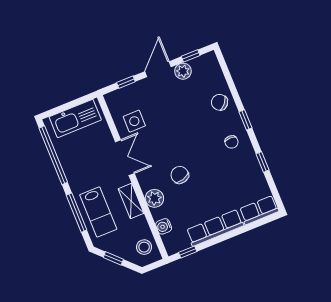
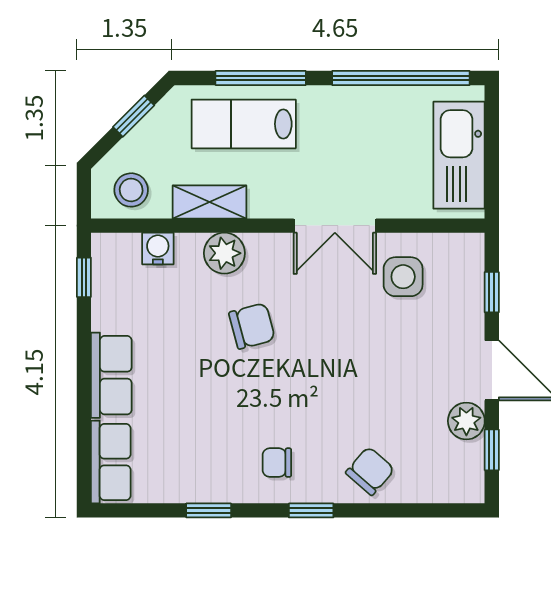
shelving: (131, 201) -> (210, 202), moved
row of seats: (215, 228) -> (111, 375), width x0.68

